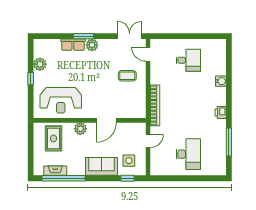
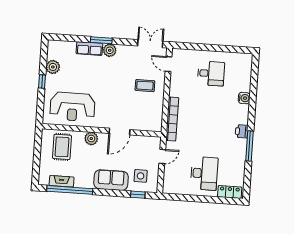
window: (229, 142) -> (249, 146), moved
locker: (213, 170) -> (230, 192), added

